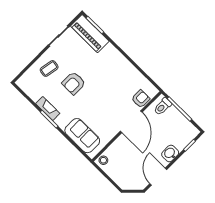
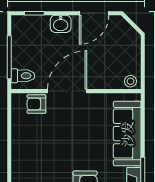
sofa: (82, 136) -> (127, 134), width x1.36

